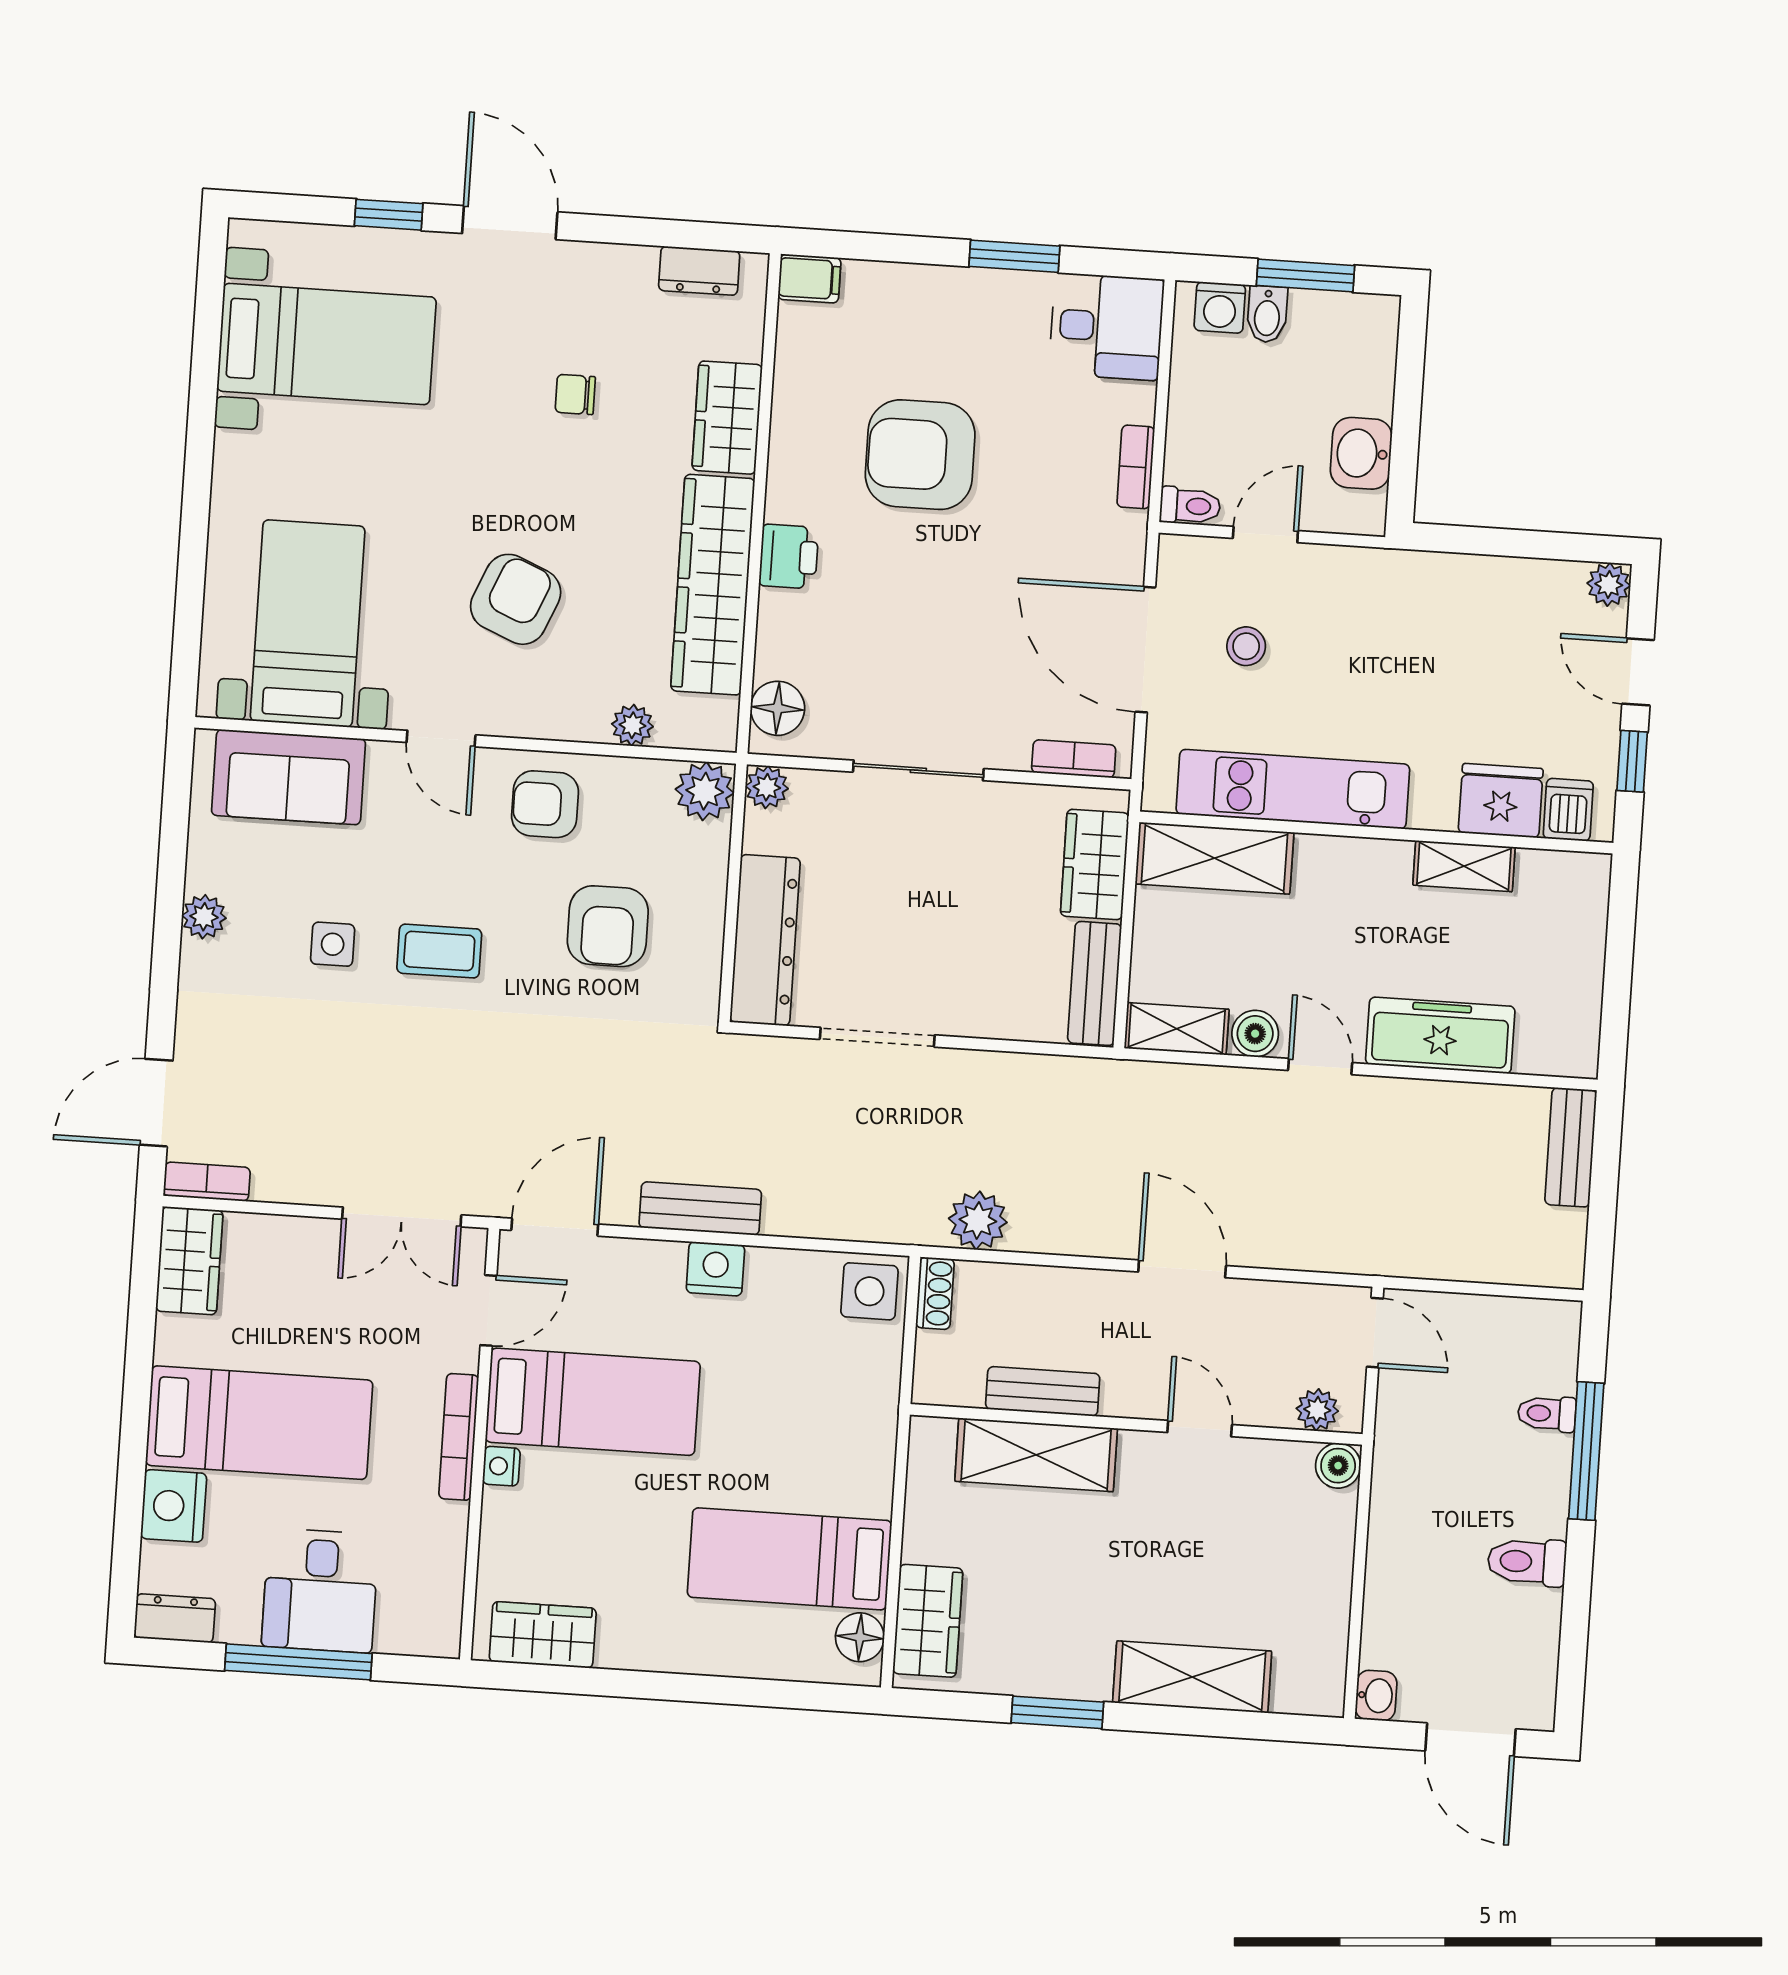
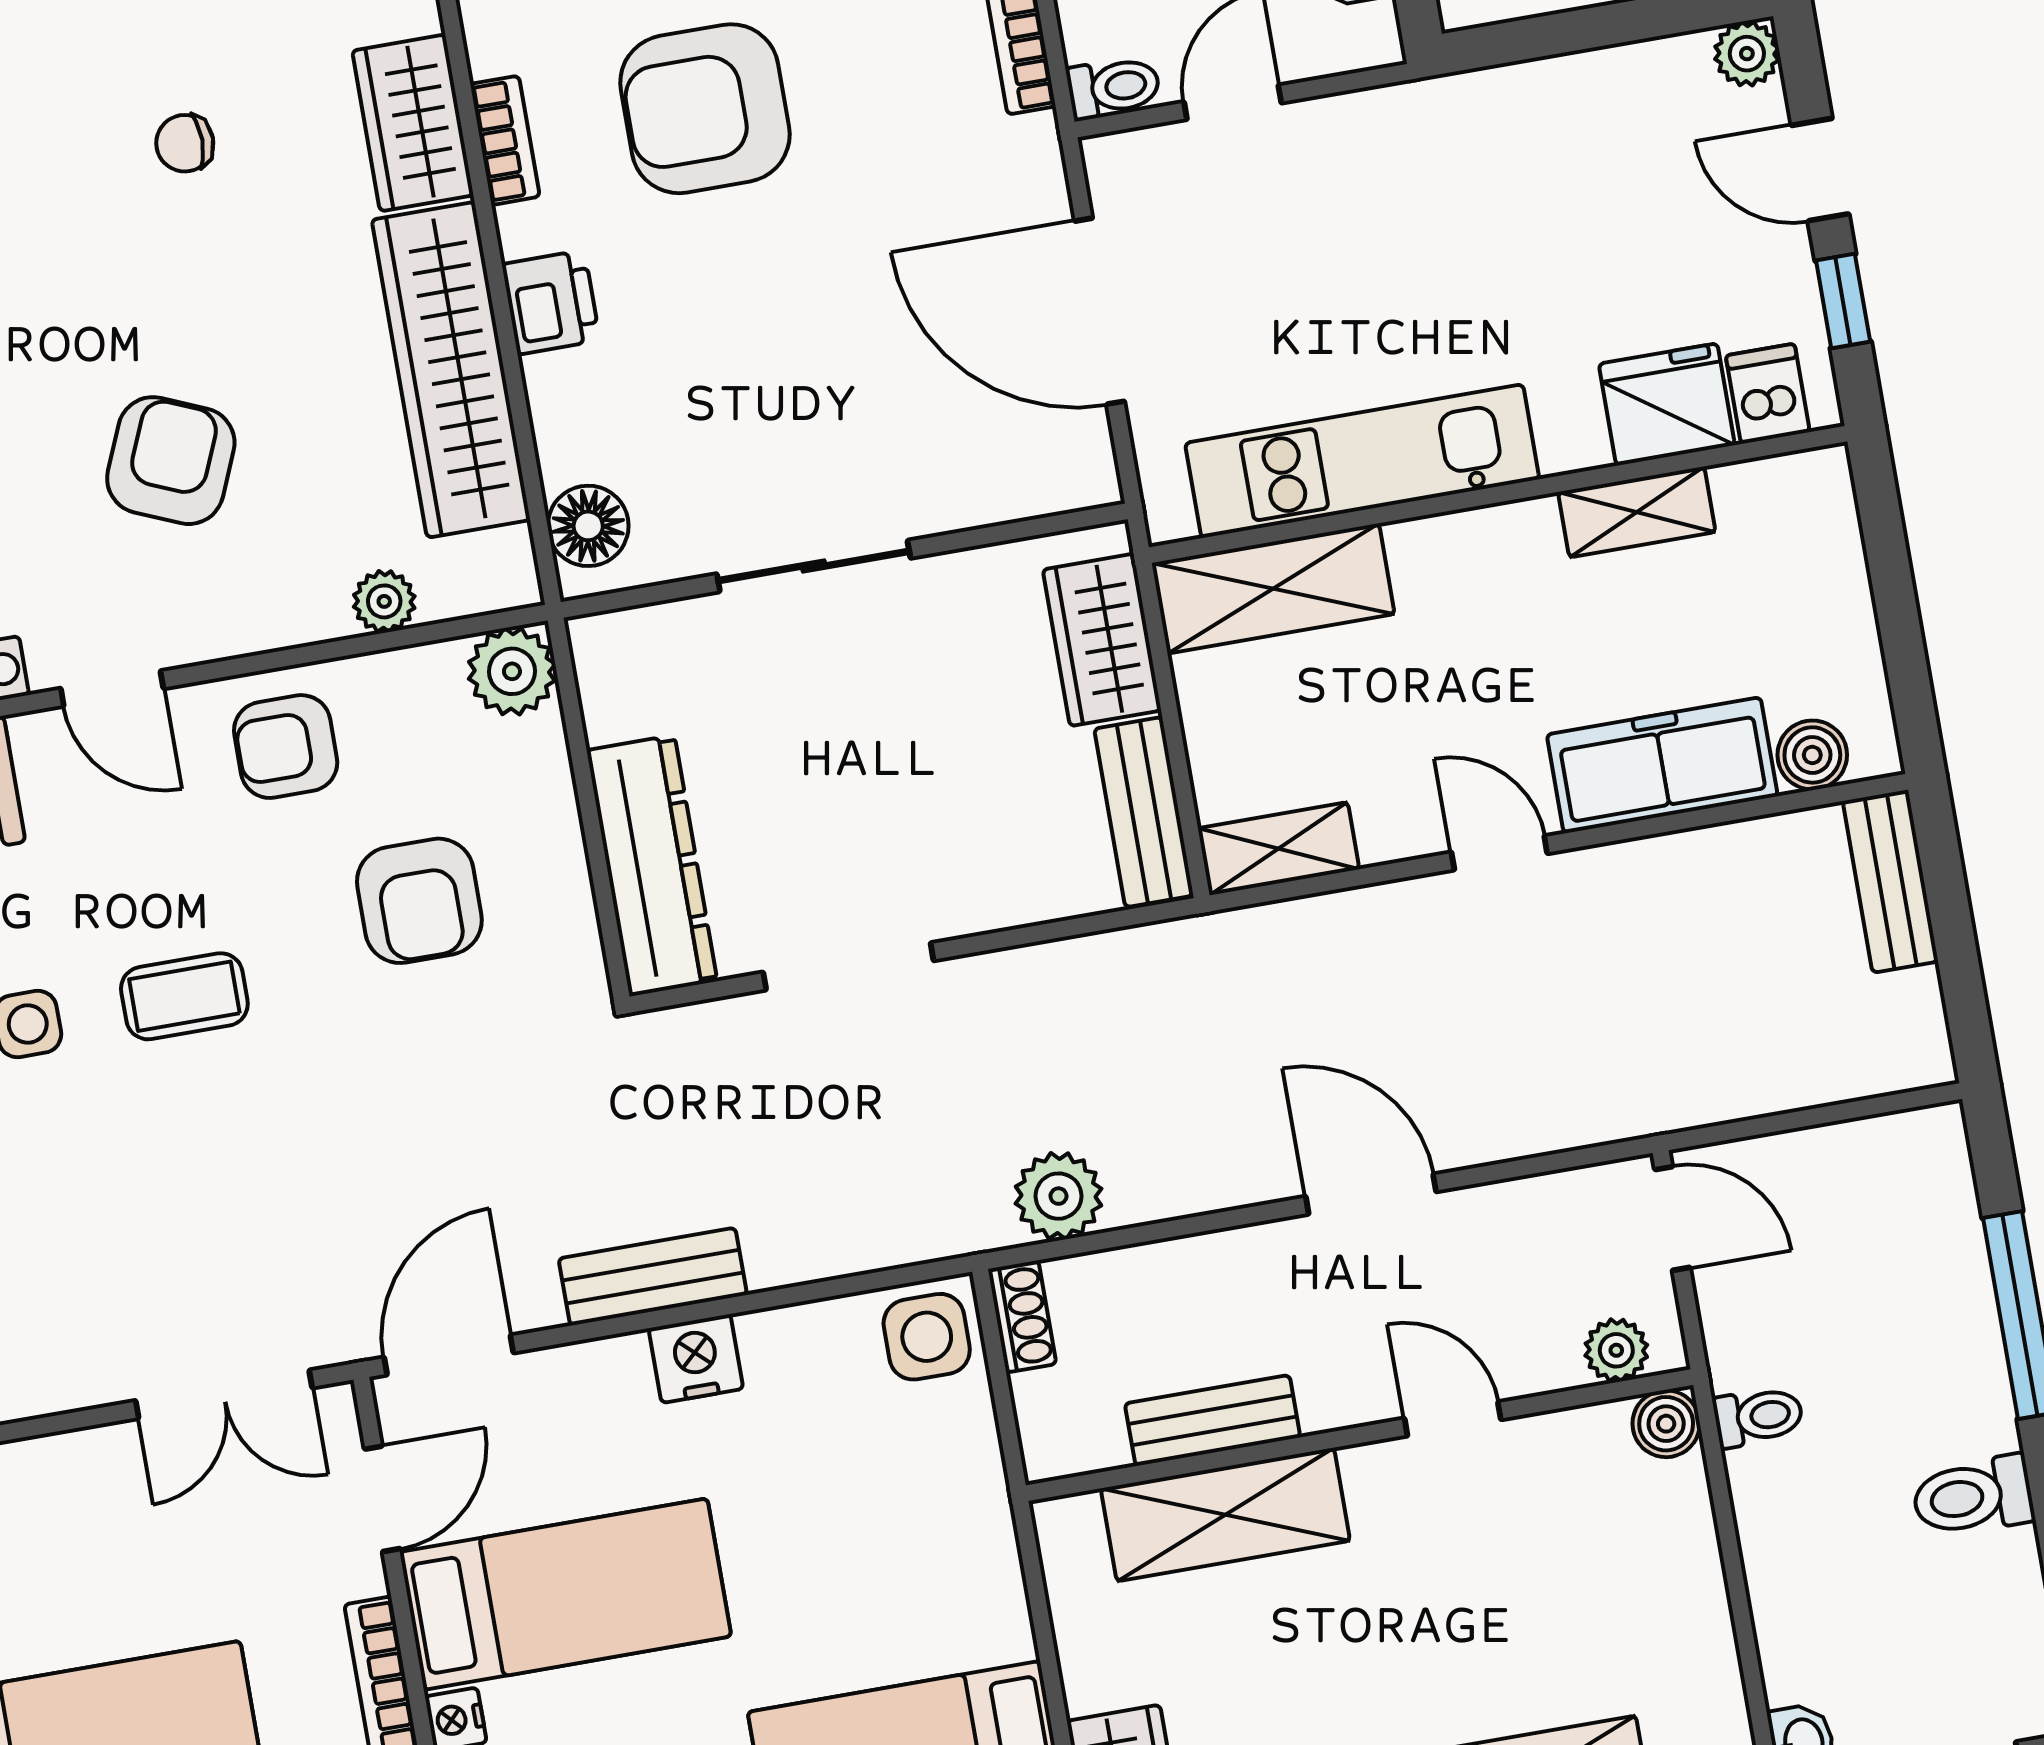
stool: (1246, 646) -> (1244, 271), removed
bookcase: (1074, 759) -> (505, 140), moved, turned 90
plant: (767, 787) -> (600, 644), removed
boiler: (1255, 1034) -> (1812, 755), moved
toilet: (1547, 1414) -> (1758, 1417), moved, turned 180

